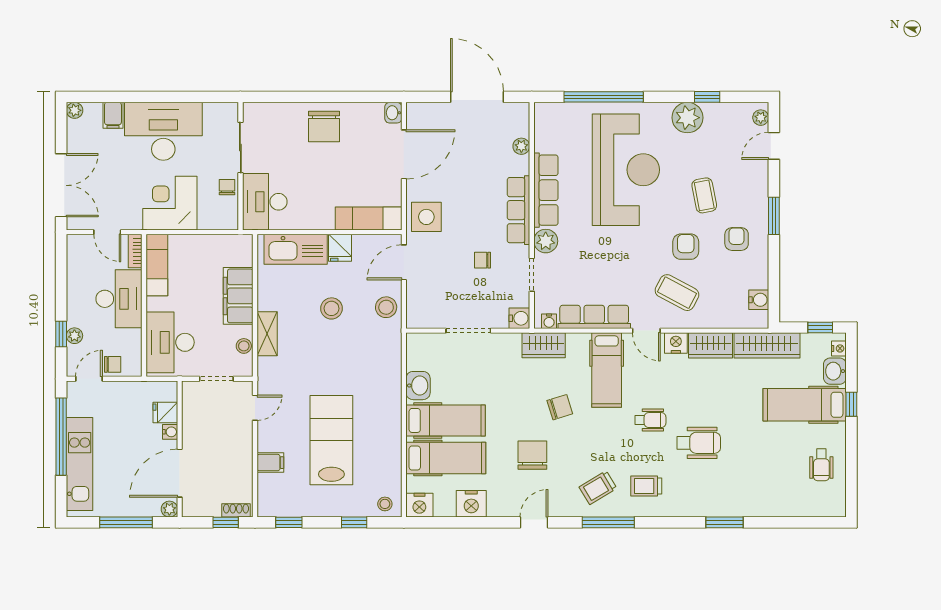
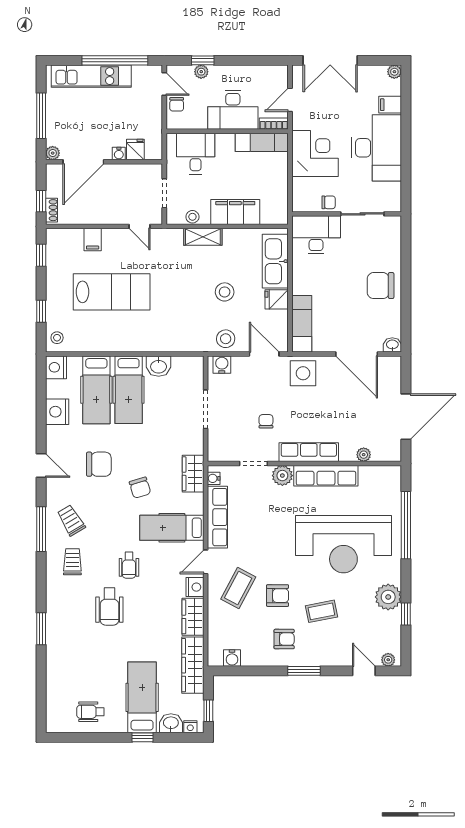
water cooler: (519, 318) -> (222, 365), moved, turned 180
desk: (170, 342) -> (196, 154), width x0.73
door: (180, 473) -> (83, 162), swing flipped

